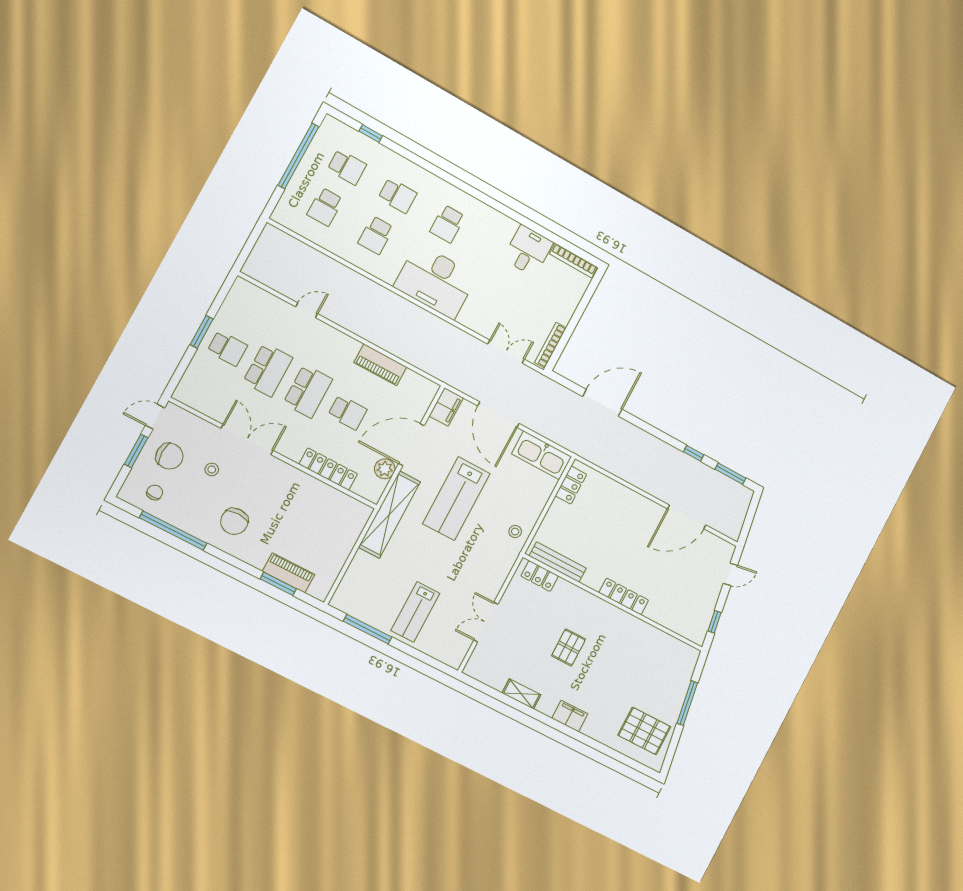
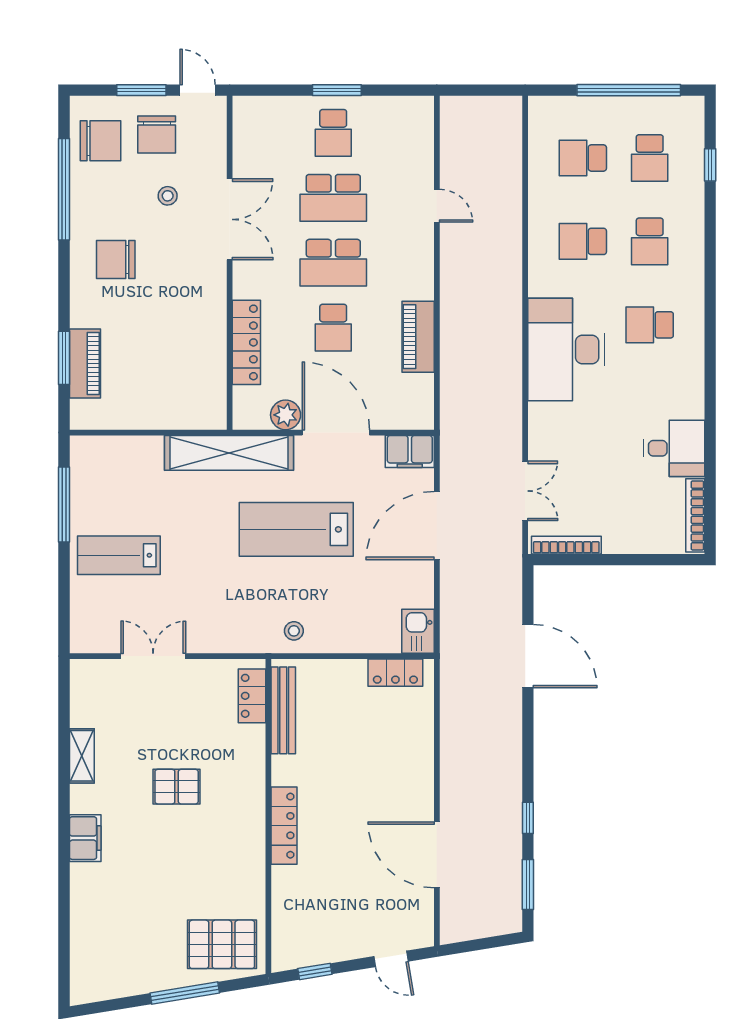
kitchen sink: (542, 455) -> (418, 631), width x0.53, depth x0.81
chair: (155, 492) -> (101, 141), width x1.87, depth x1.87
pallet: (644, 731) -> (222, 944), moved, turned 90

